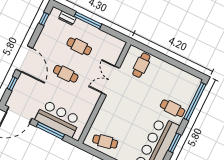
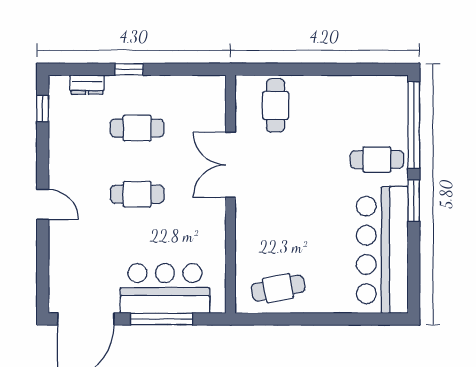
window: (88, 20) -> (129, 69), width x0.46
door: (24, 59) -> (43, 204), width x0.53
window: (12, 84) -> (43, 264), removed
window: (175, 143) -> (414, 201), moved

